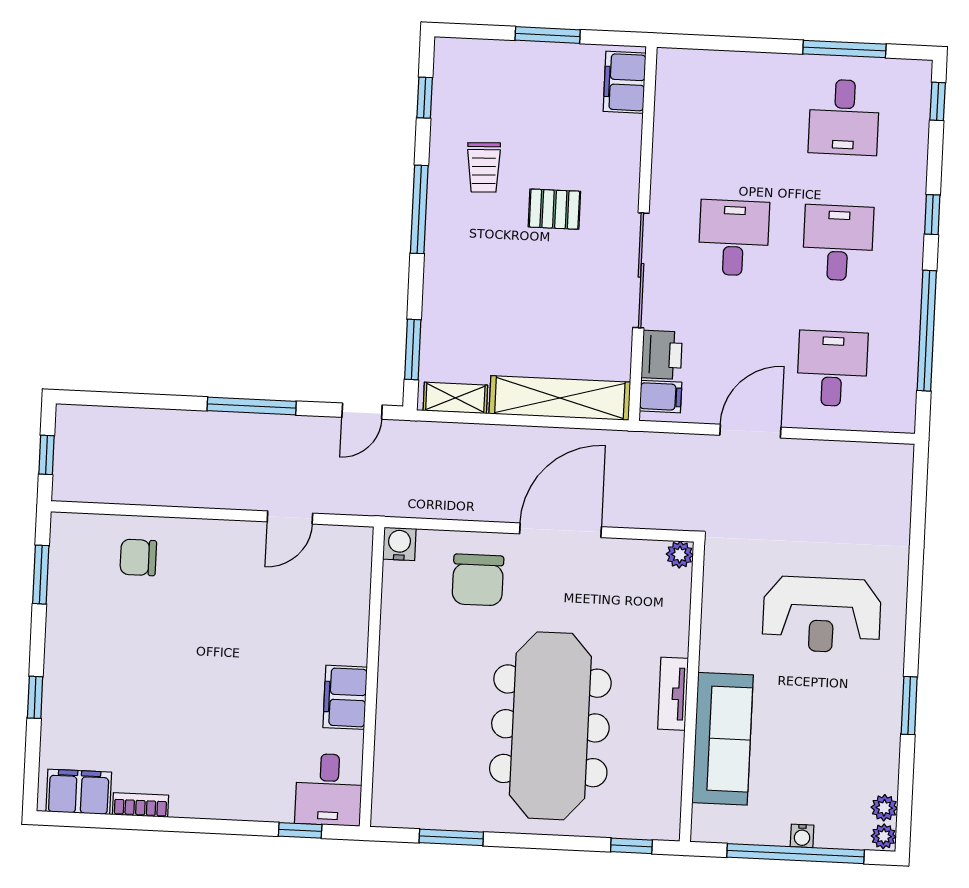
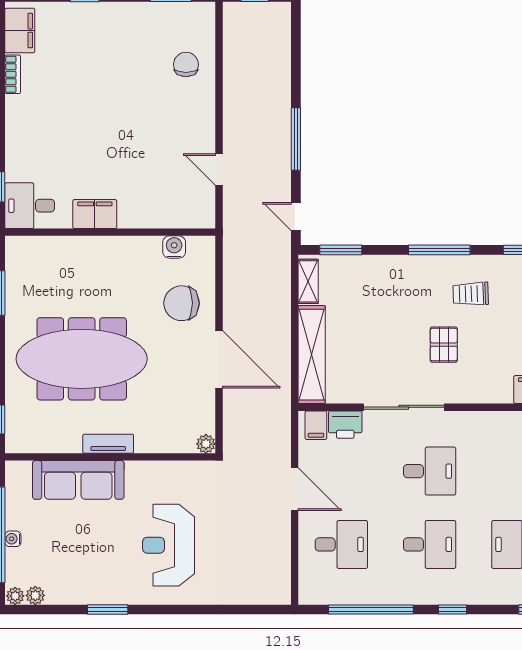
water cooler: (399, 544) -> (174, 247), moved, turned -90

